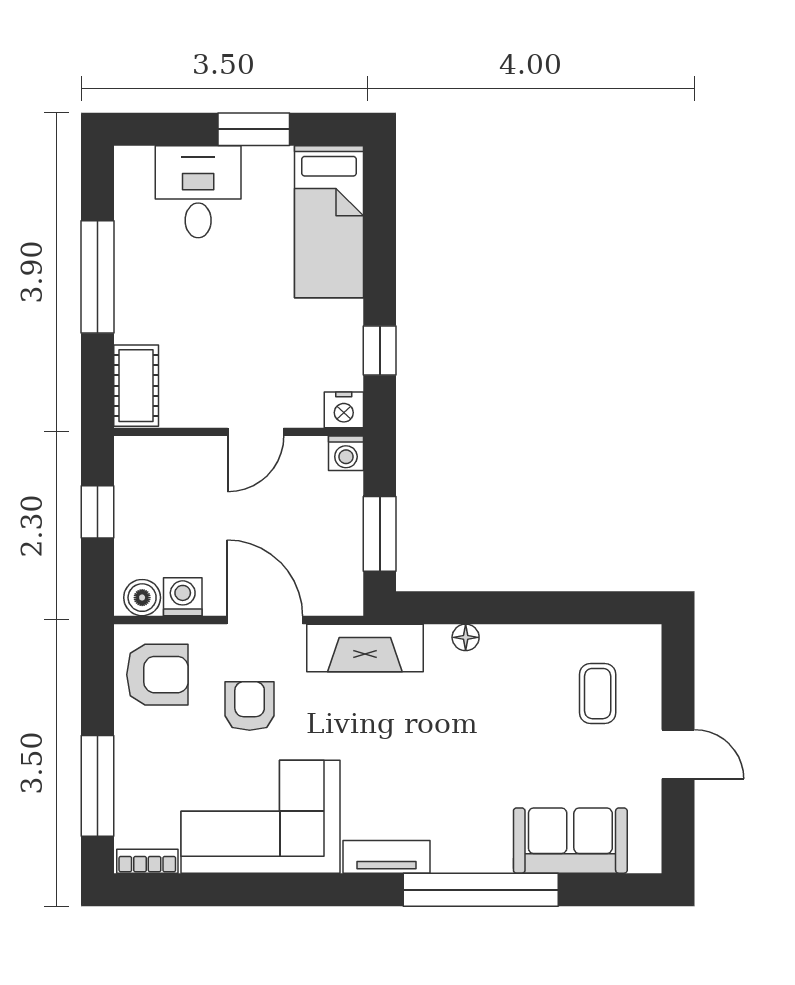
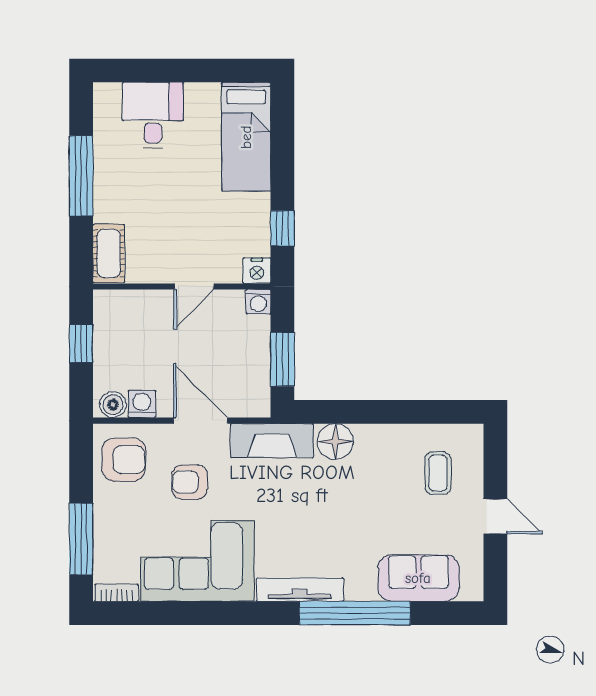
window: (254, 129) -> (193, 71), removed
floor lamp: (466, 637) -> (335, 441), width x1.89, depth x1.89
armchair: (250, 706) -> (190, 482), turned -90
tv unit: (386, 857) -> (300, 590), width x1.41

